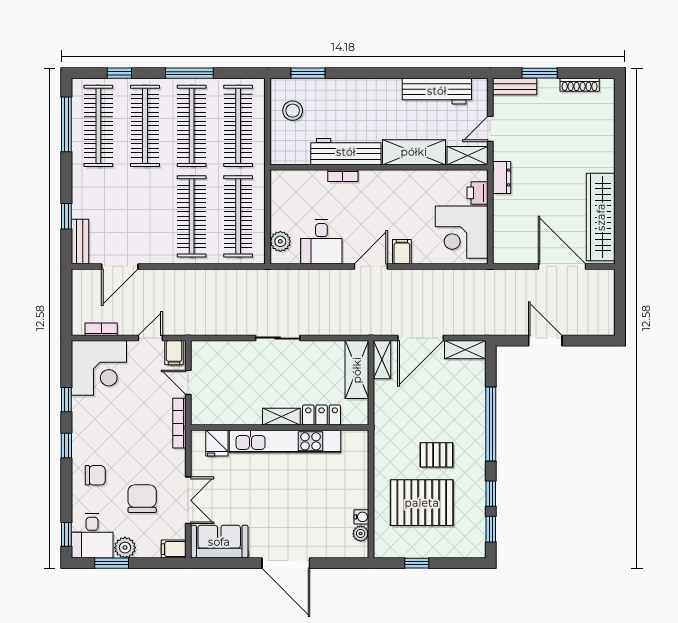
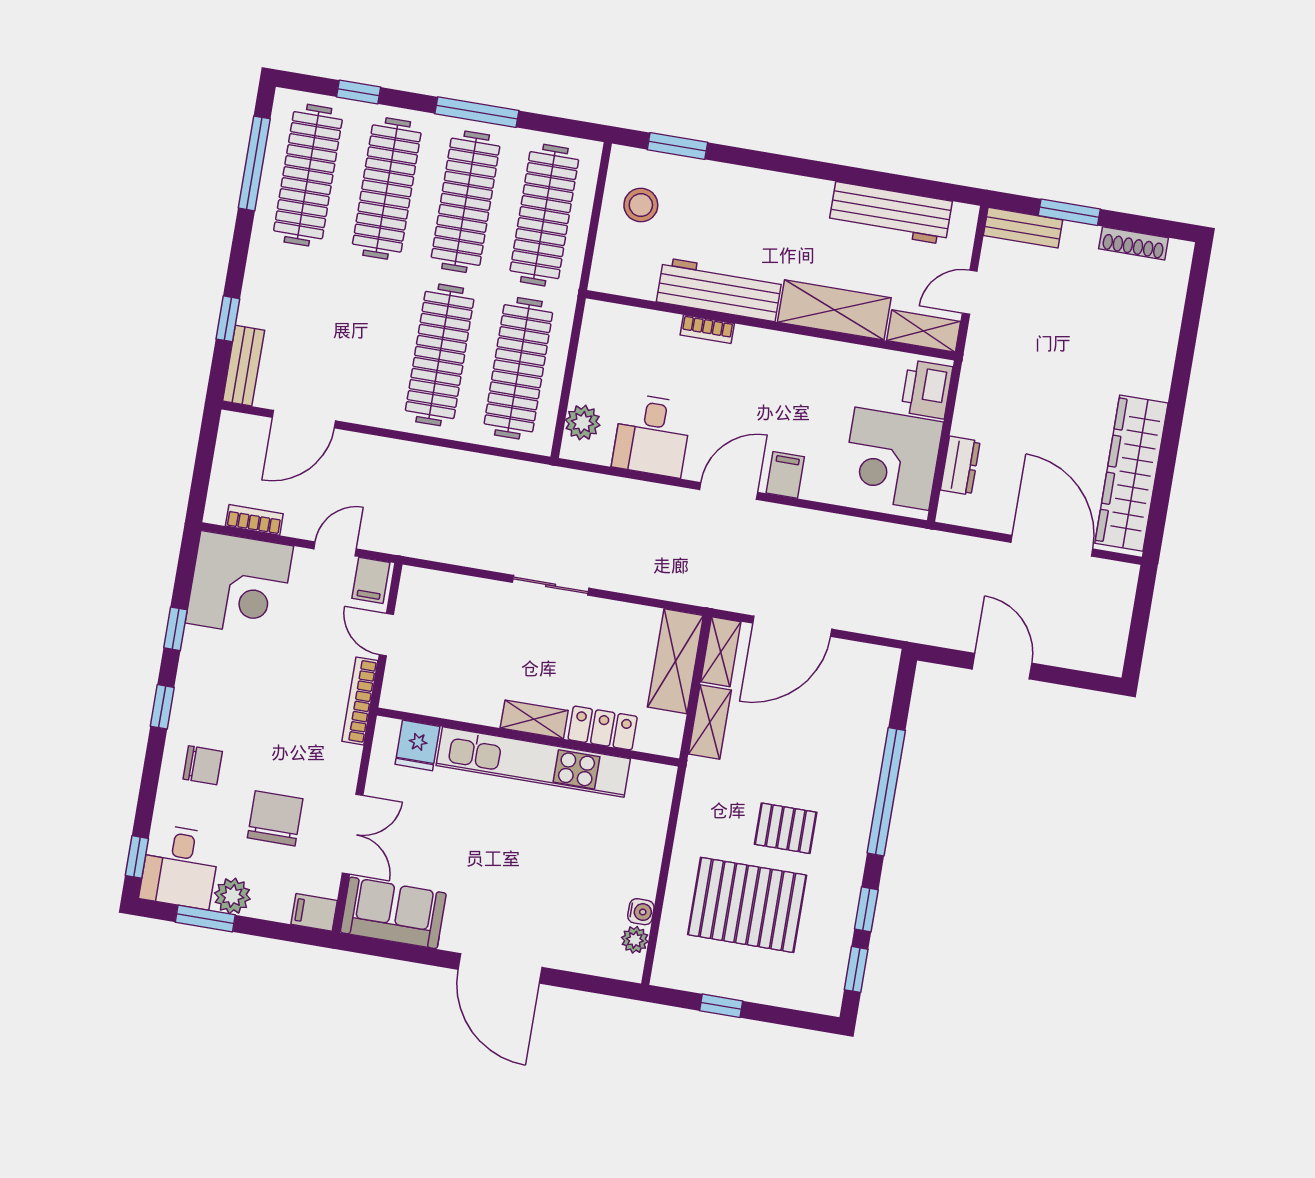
dresser: (502, 177) -> (960, 466), moved
printer: (477, 193) -> (927, 389), width x1.36, depth x1.24
shelving: (465, 350) -> (710, 722), moved, turned 90

